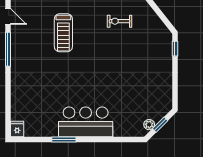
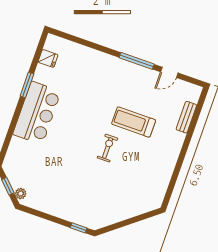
exercise bike: (120, 21) -> (107, 148), moved
plant: (149, 125) -> (21, 194), moved
fridge: (17, 129) -> (48, 58), moved

